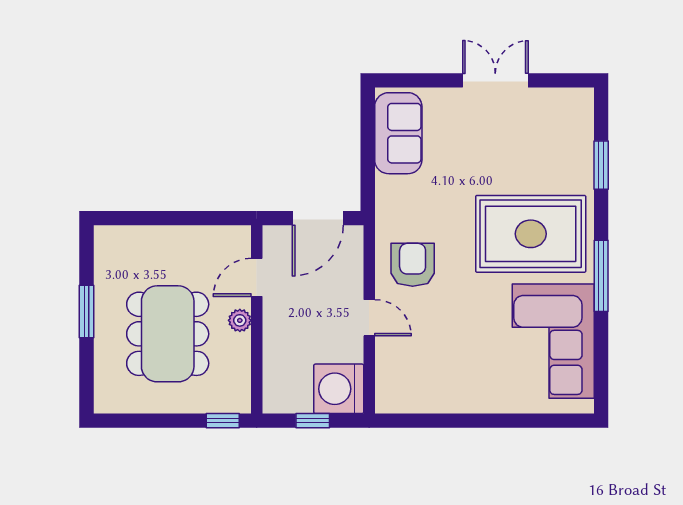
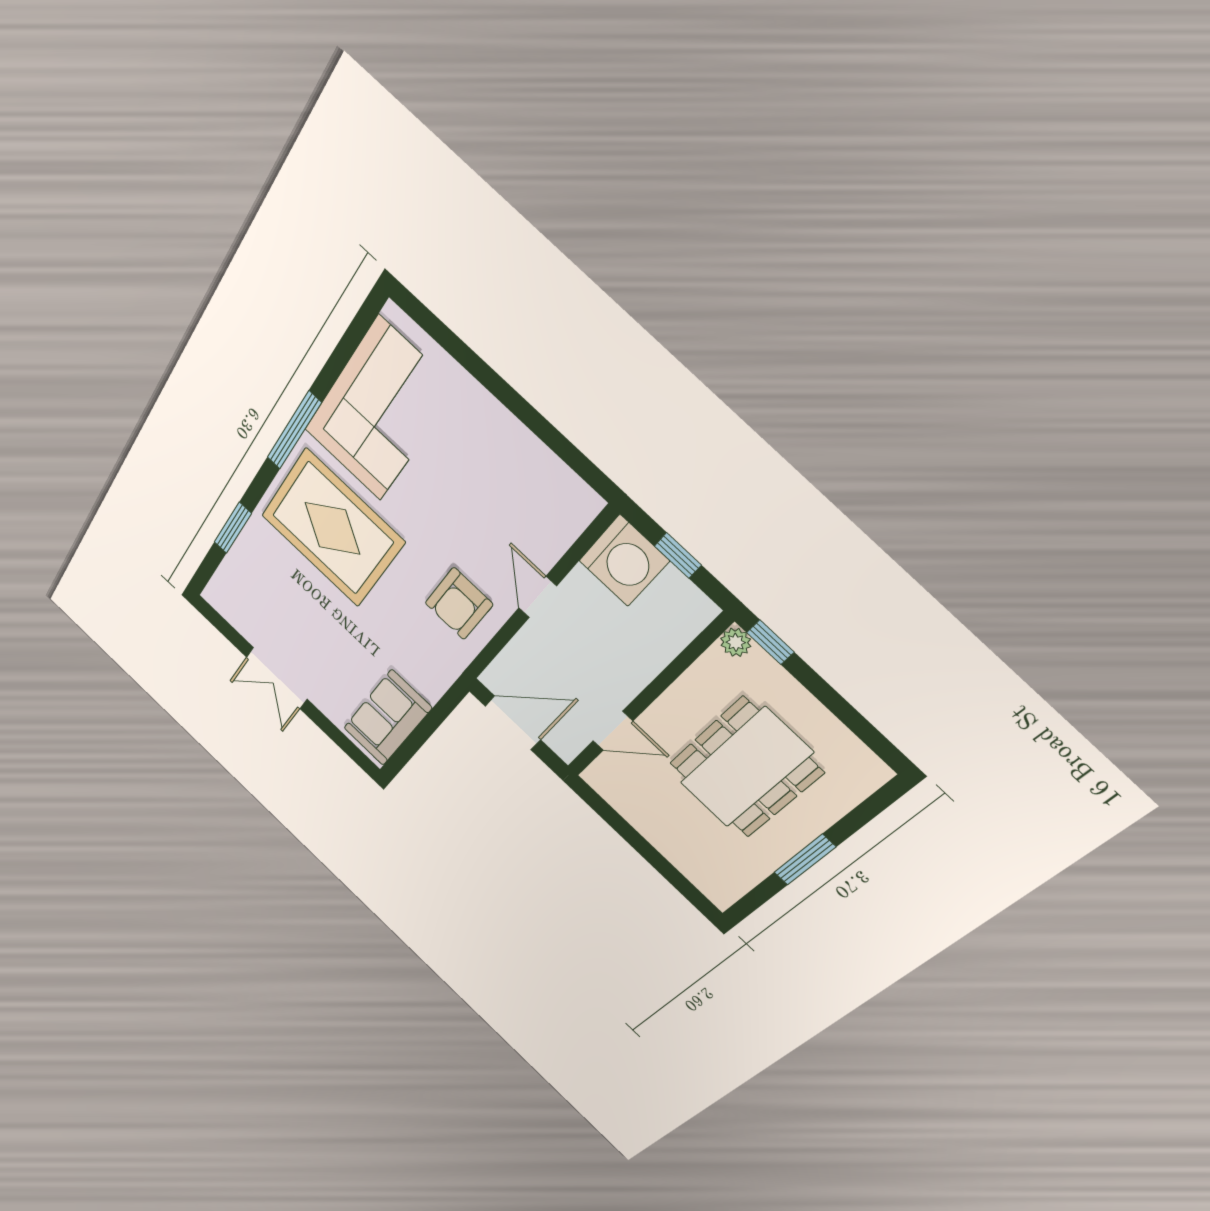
plant: (240, 320) -> (736, 642), moved

